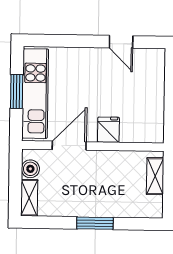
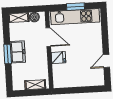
freezer: (92, 204) -> (18, 52), added

